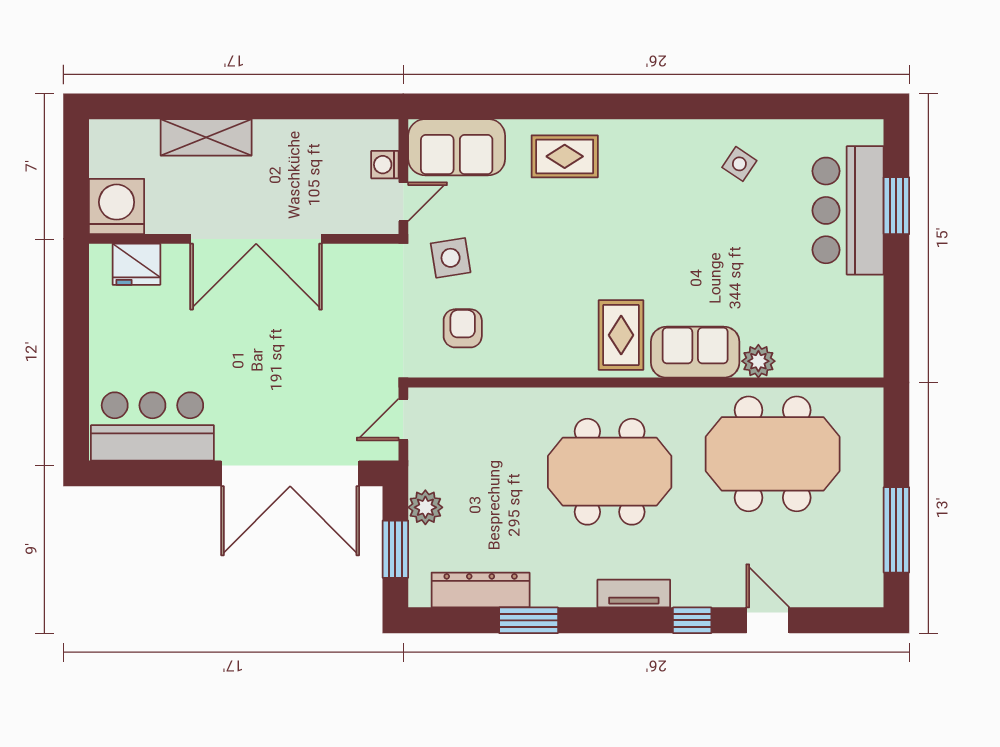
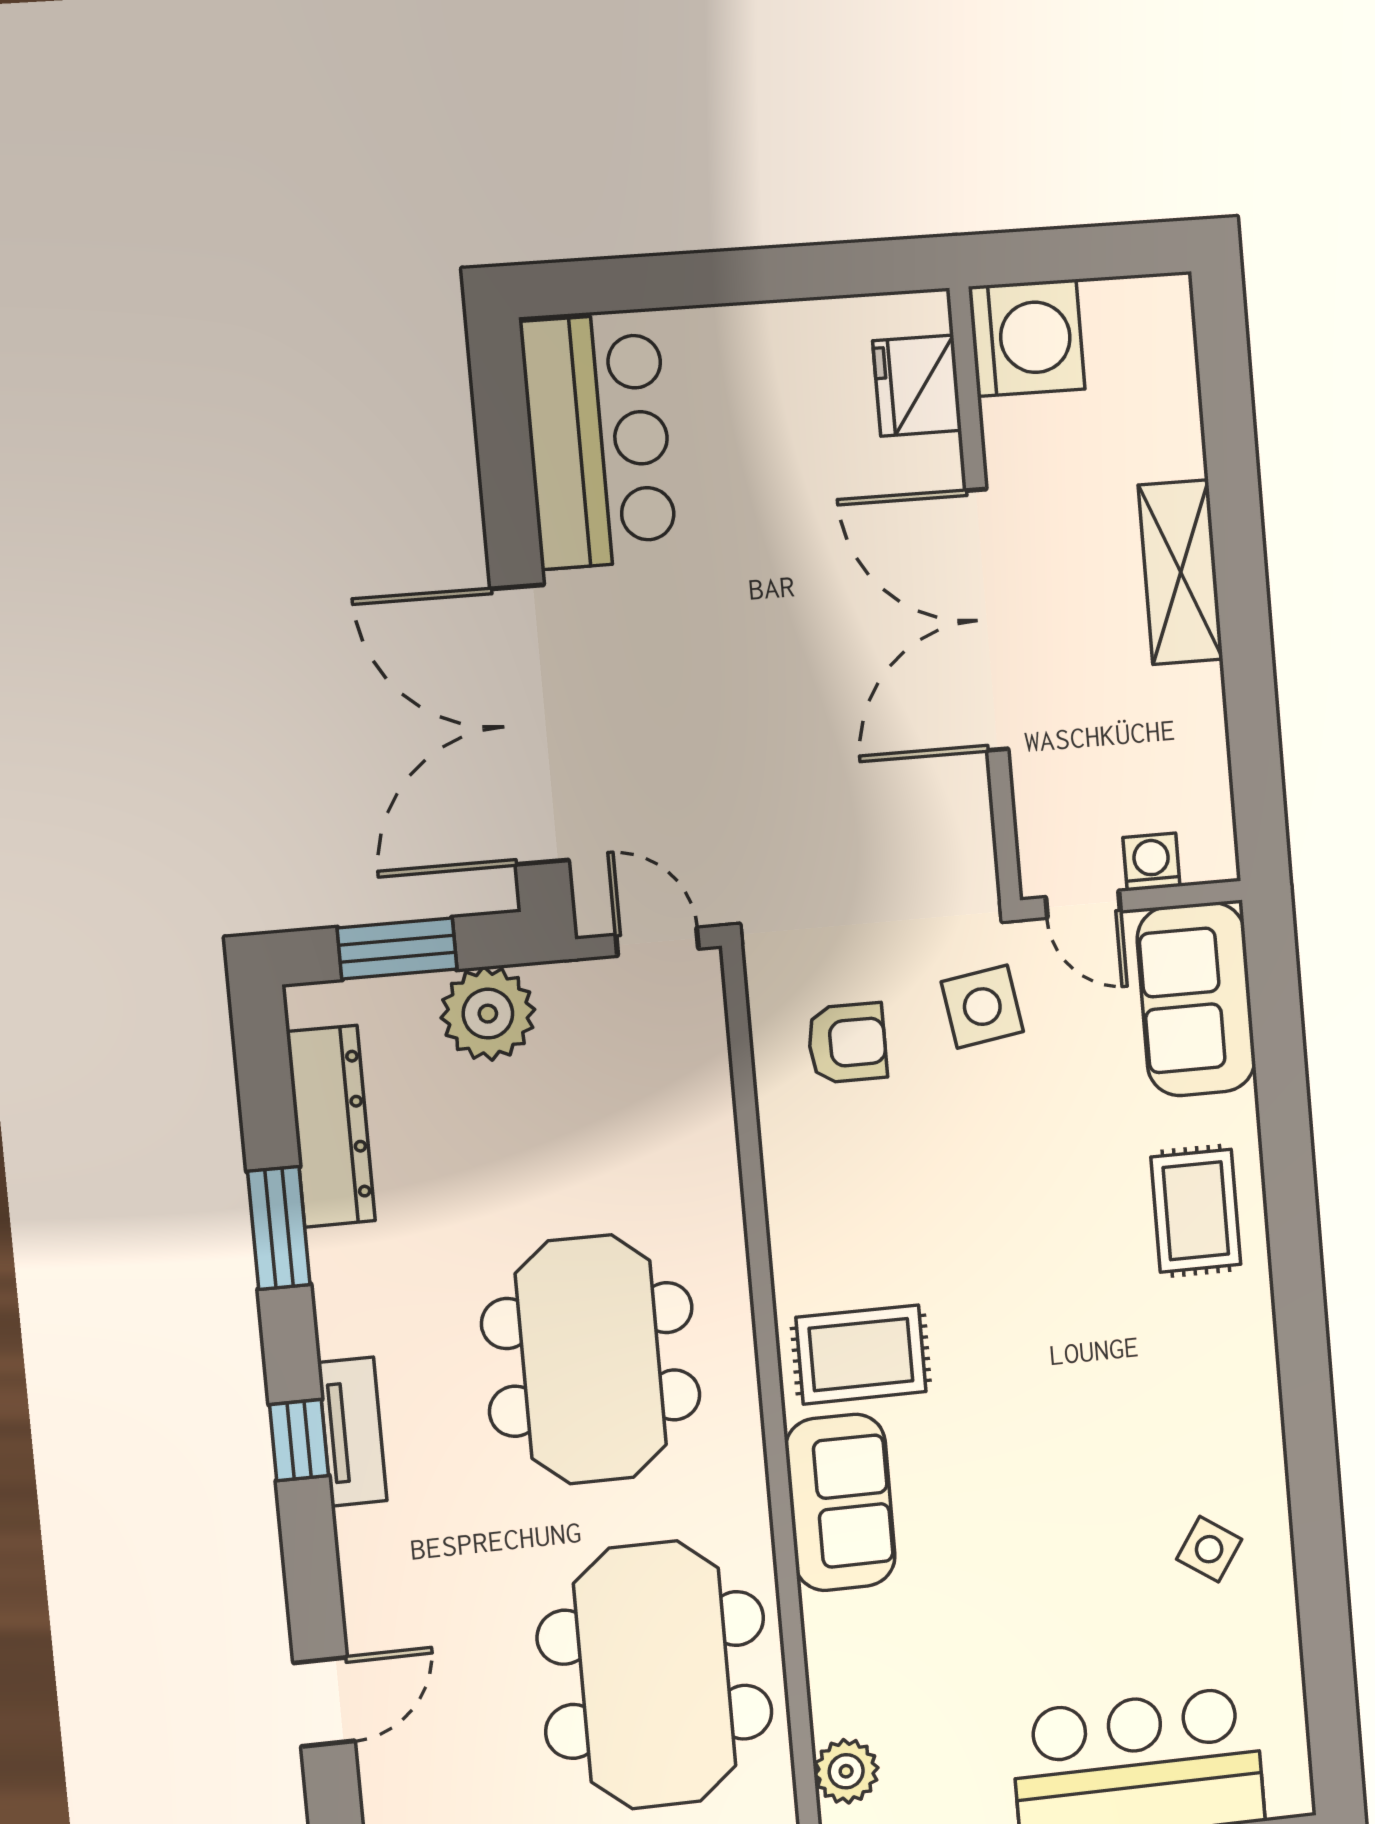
shelving: (206, 137) -> (1181, 572), moved
plant: (758, 361) -> (846, 1771), moved
plant: (425, 507) -> (488, 1014), width x1.36, depth x1.36
window: (692, 620) -> (299, 1440), moved

